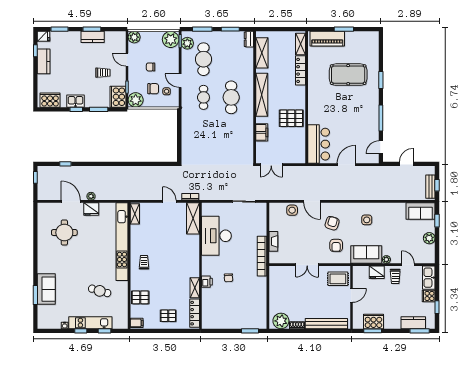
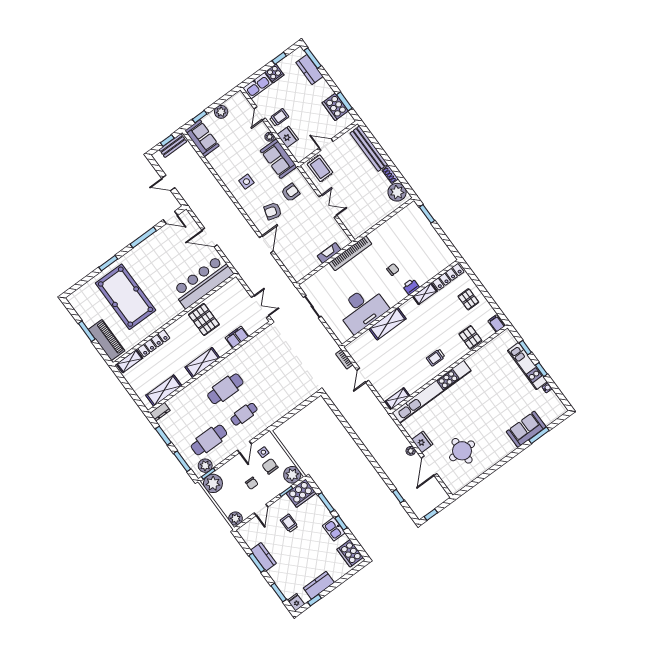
pool table: (348, 75) -> (126, 297), width x1.36, depth x1.32
shelving: (262, 95) -> (202, 363), width x0.68
bar counter: (319, 144) -> (203, 282), width x1.36
side table: (292, 210) -> (288, 257), removed
shelving: (193, 218) -> (387, 324), moved
cafe table: (100, 291) -> (492, 379), removed

